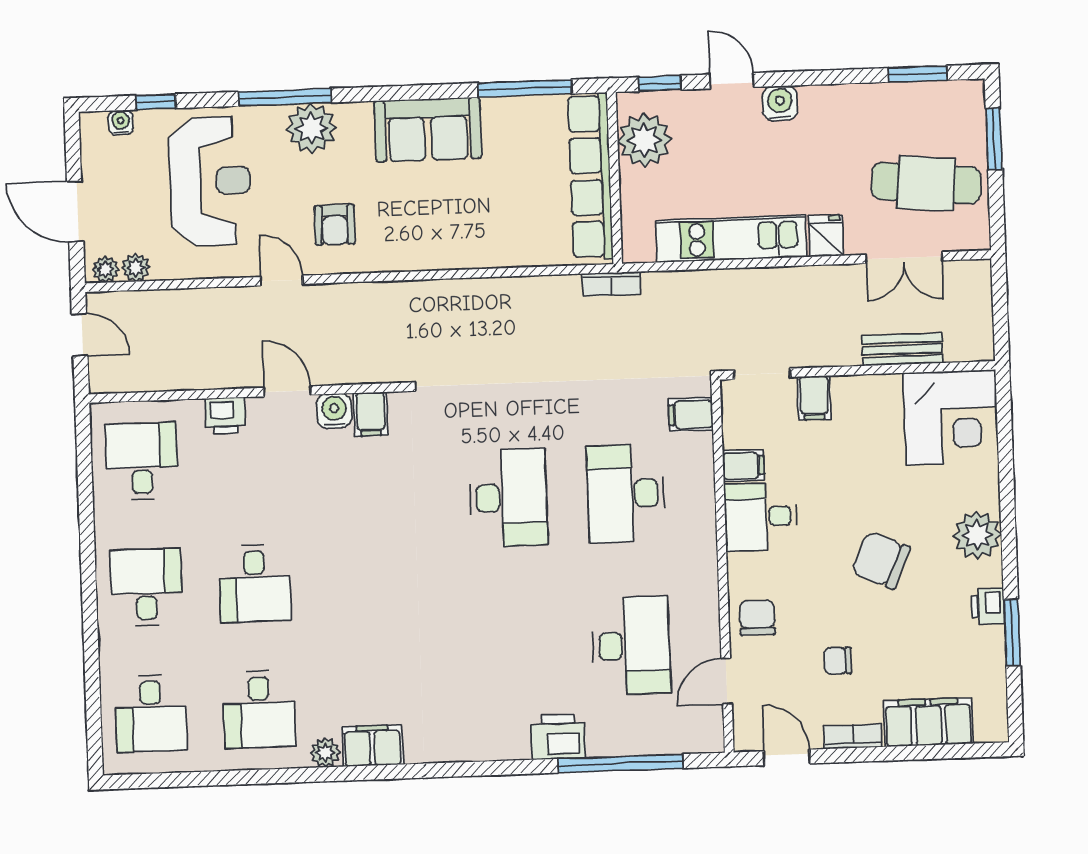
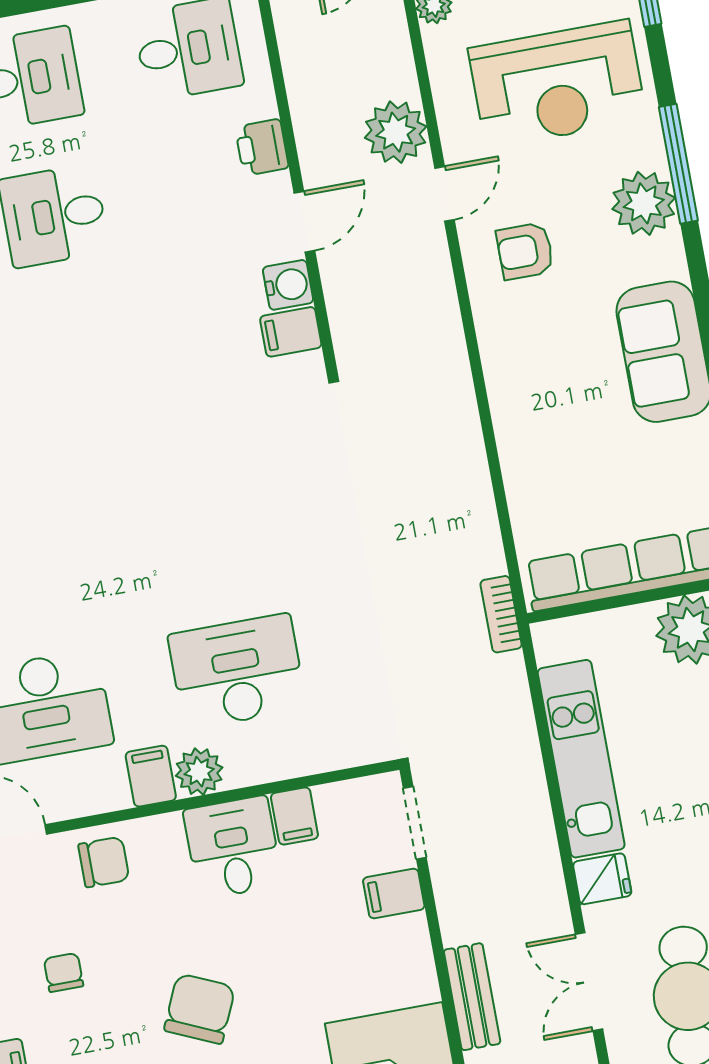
plant: (229, 311) -> (396, 132), added
filing cabinet: (691, 415) -> (151, 776), moved
desk: (508, 498) -> (210, 523), removed
plant: (698, 534) -> (199, 772), added

